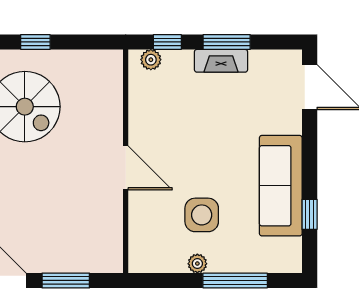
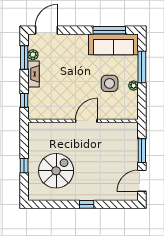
window: (227, 42) -> (24, 57), moved
plant: (151, 60) -> (33, 55), moved
sofa: (281, 186) -> (113, 44), moved
window: (310, 214) -> (109, 30), width x2.17

